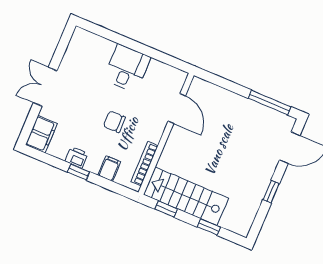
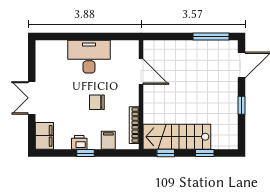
desk: (127, 68) -> (89, 57), width x1.37

